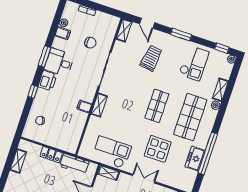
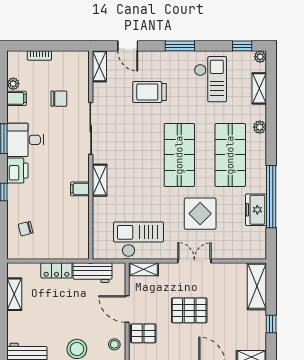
trolley: (151, 58) -> (150, 92), turned -98
shelving: (220, 90) -> (259, 88), moved
shop shelf: (157, 106) -> (179, 155), width x1.43, depth x1.36

